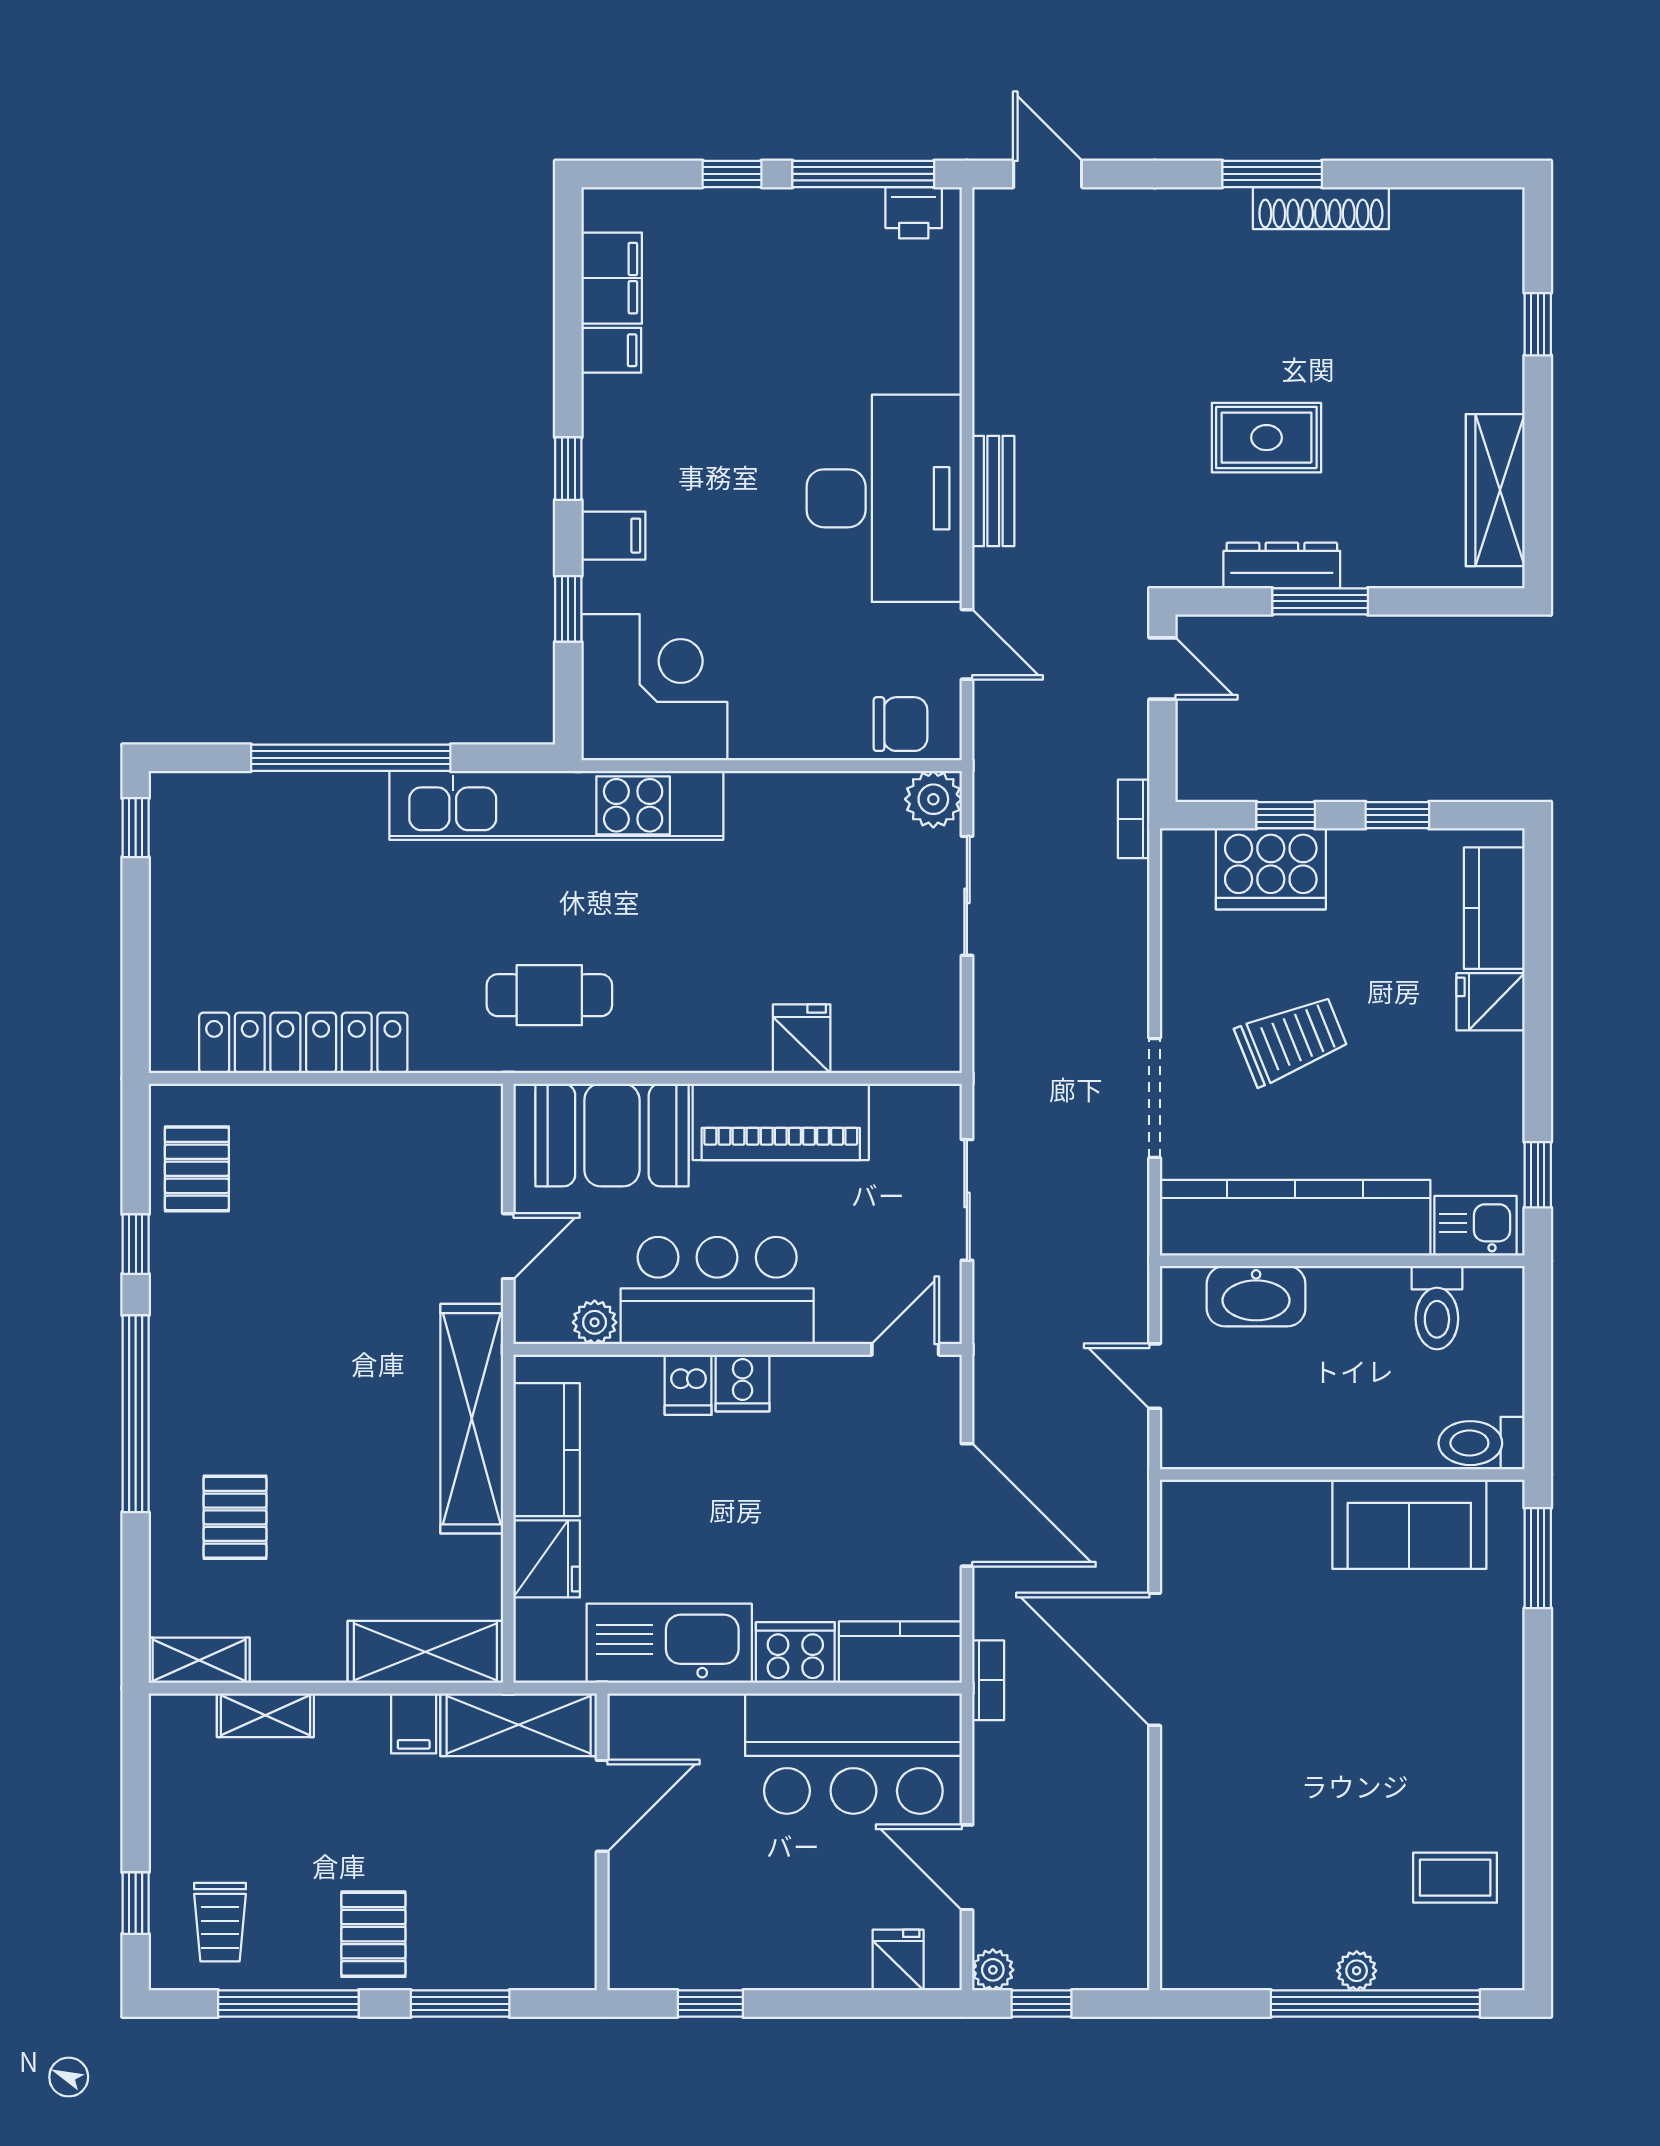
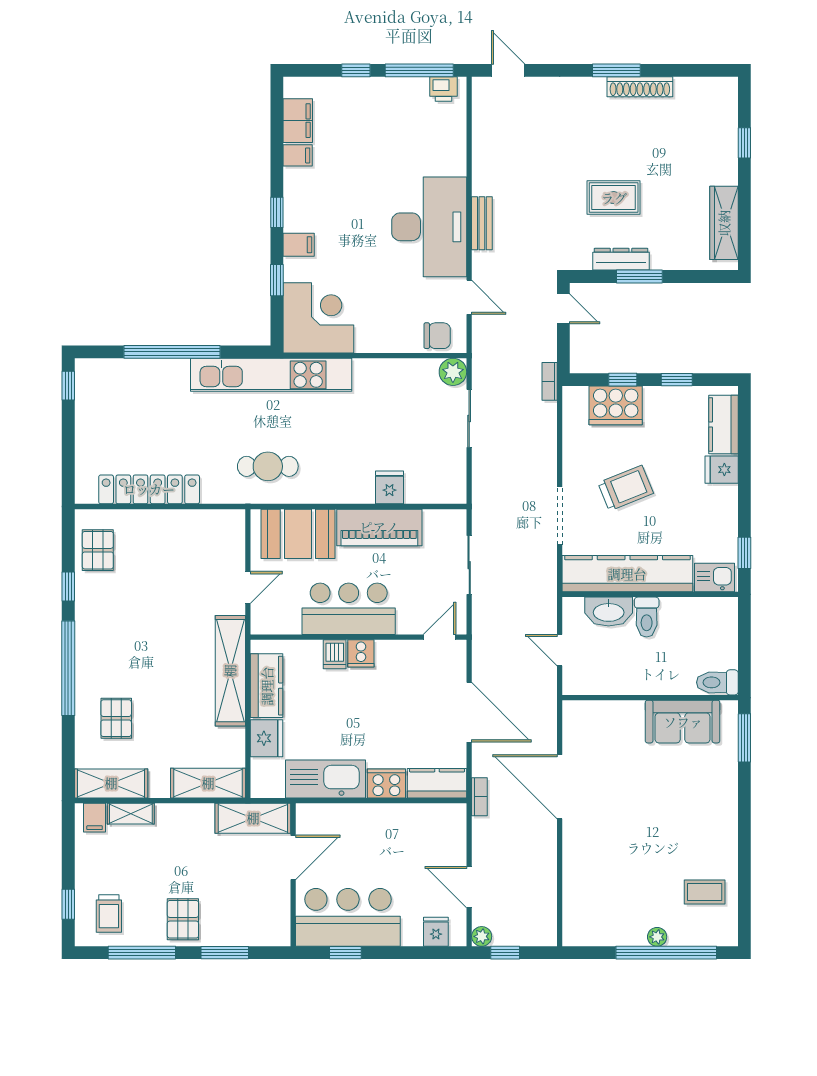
toilet: (1437, 1308) -> (647, 617), moved
plant: (595, 1322) -> (290, 624), removed
shelving: (199, 1660) -> (111, 783), width x1.50, depth x1.33
filing cabinet: (414, 1723) -> (95, 818), moved
bar counter: (853, 1754) -> (348, 917), moved, turned 180

